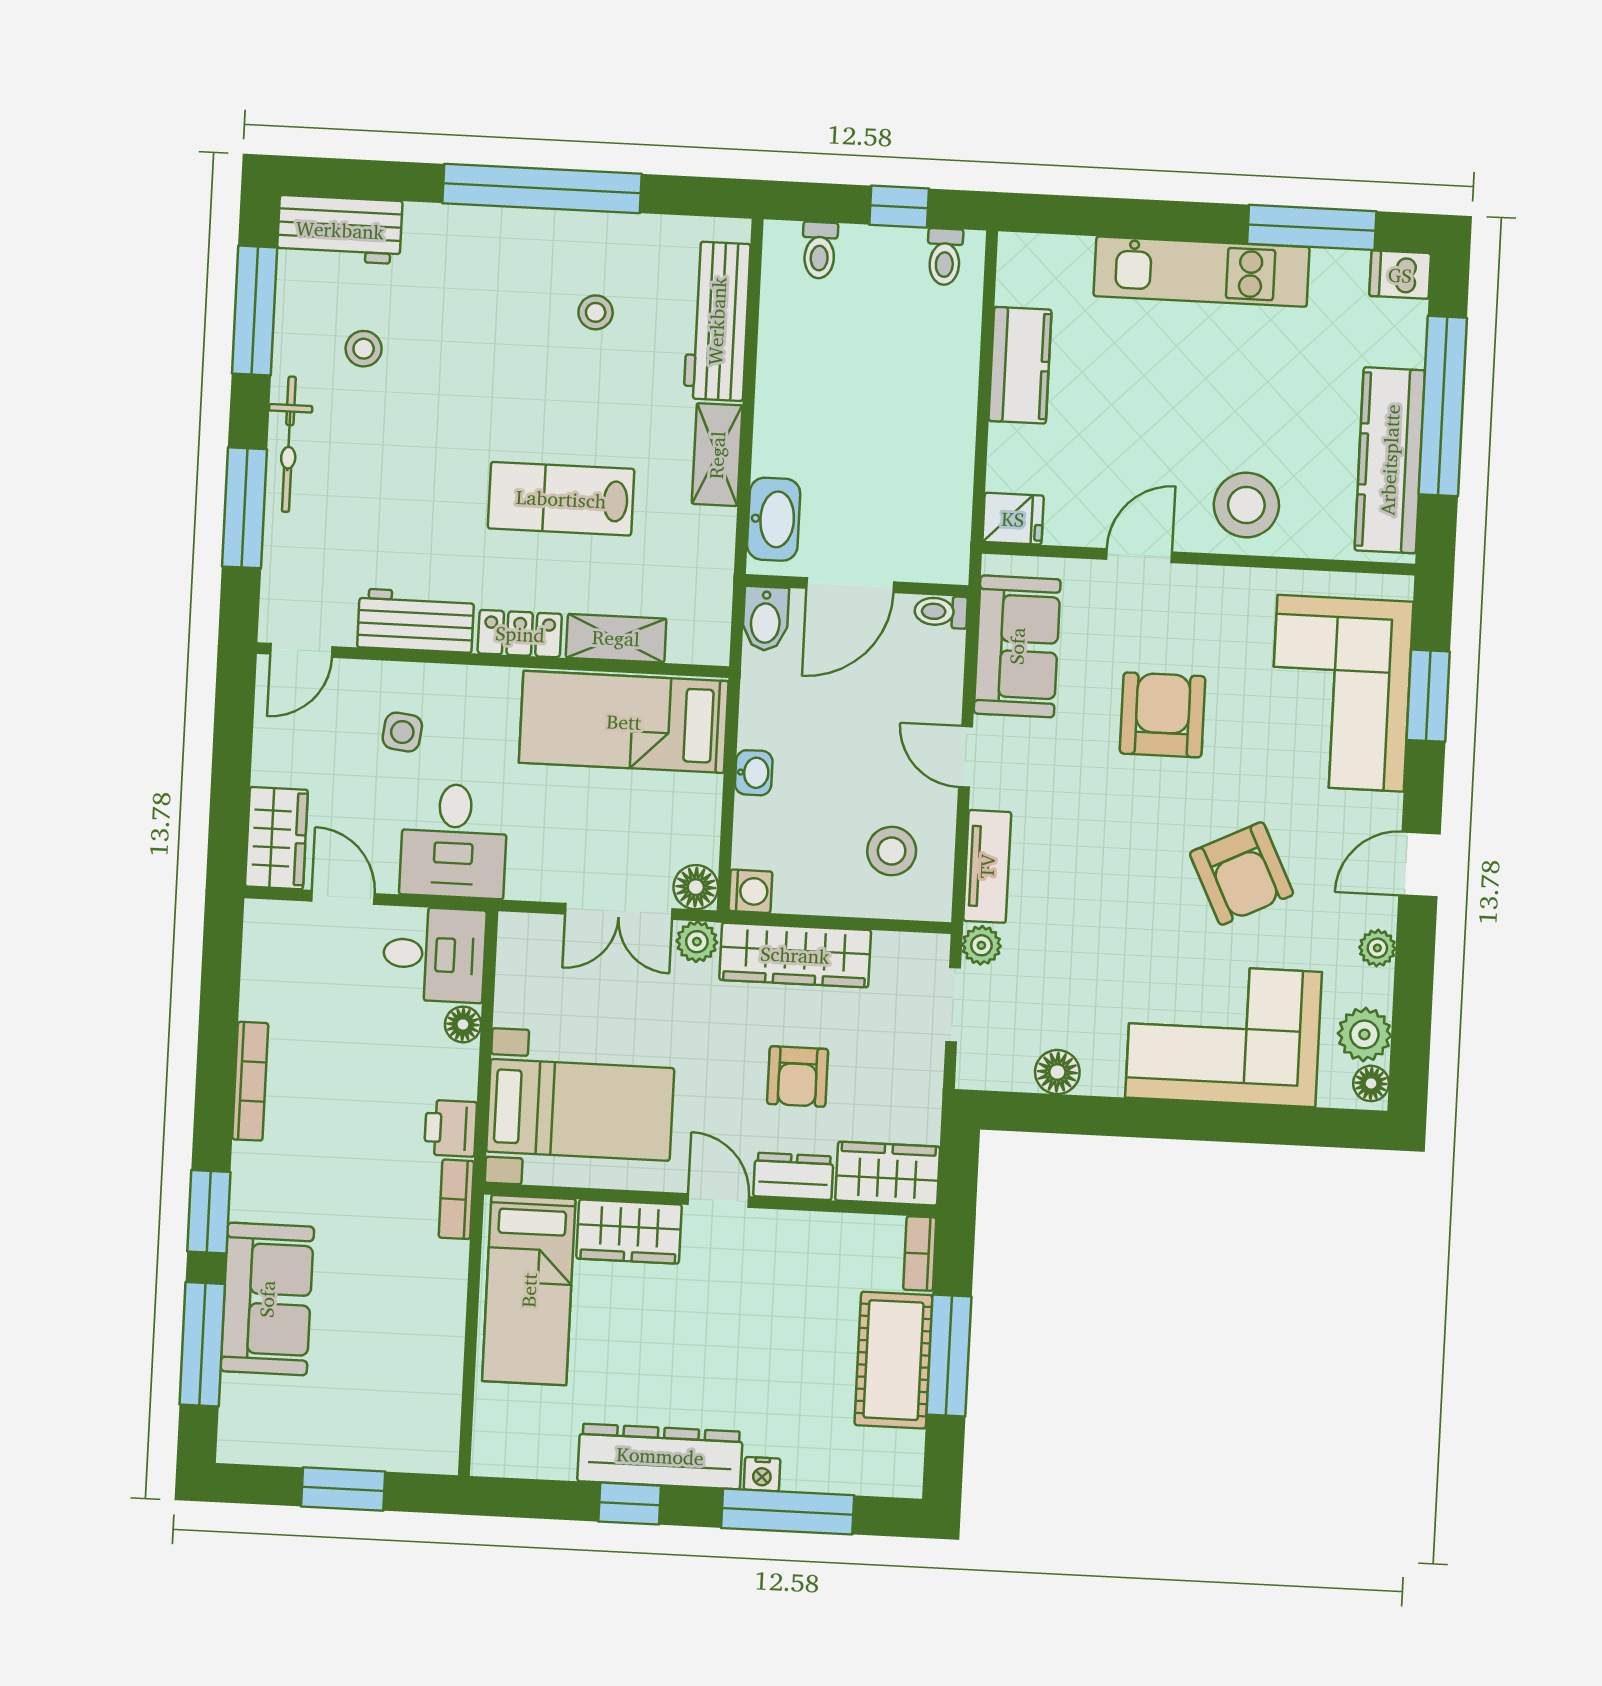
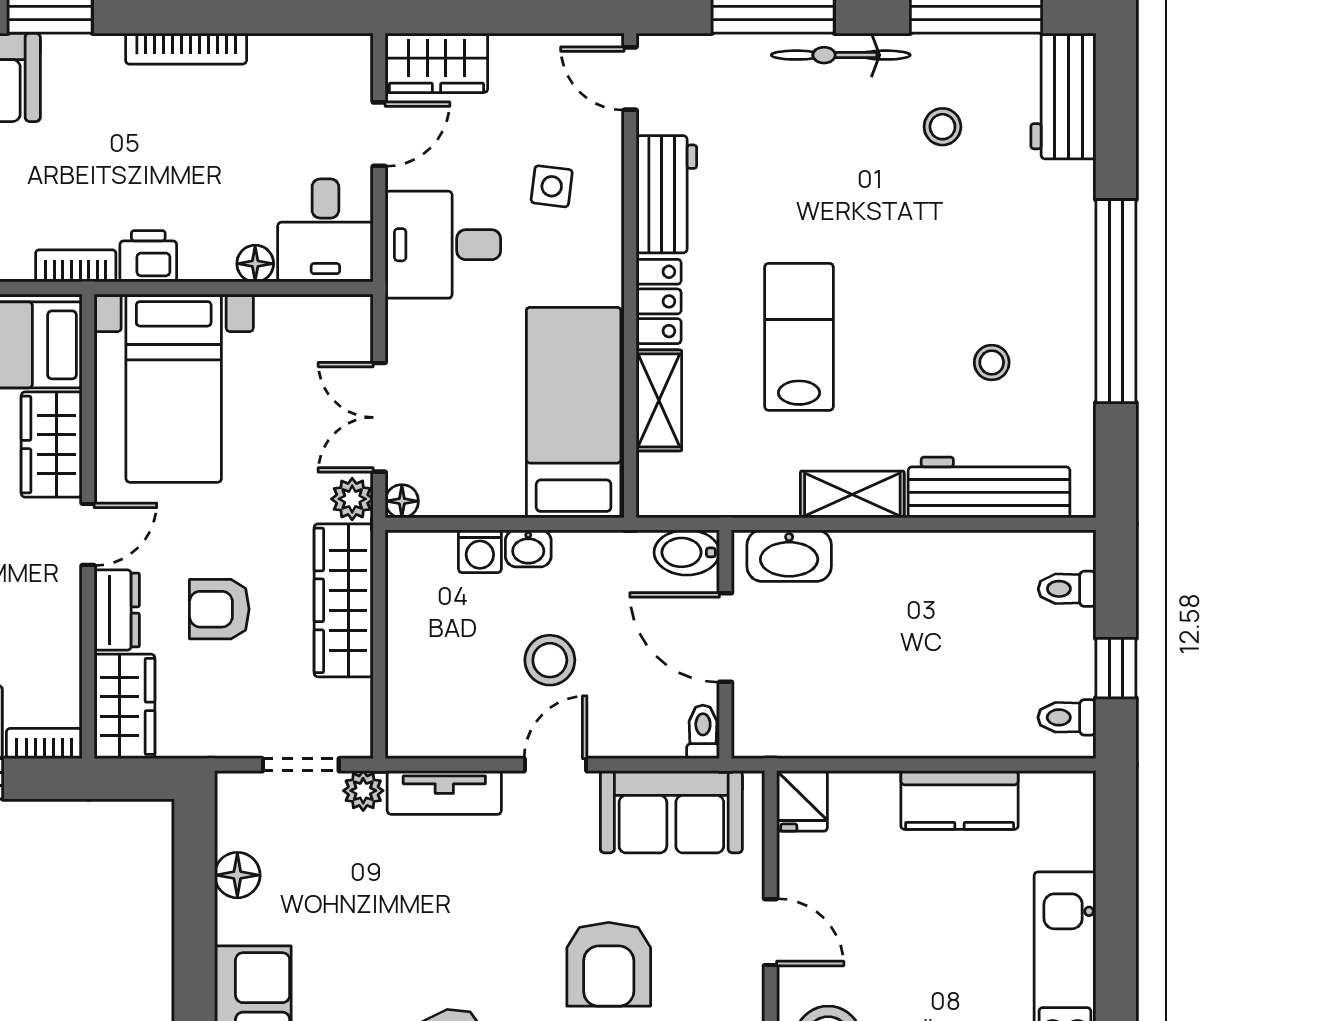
armchair: (1163, 715) -> (609, 964), turned 90
stool: (892, 851) -> (550, 660), moved
floor lamp: (696, 887) -> (402, 501), width x0.73, depth x0.73
washing machine: (750, 891) -> (480, 551), moved

